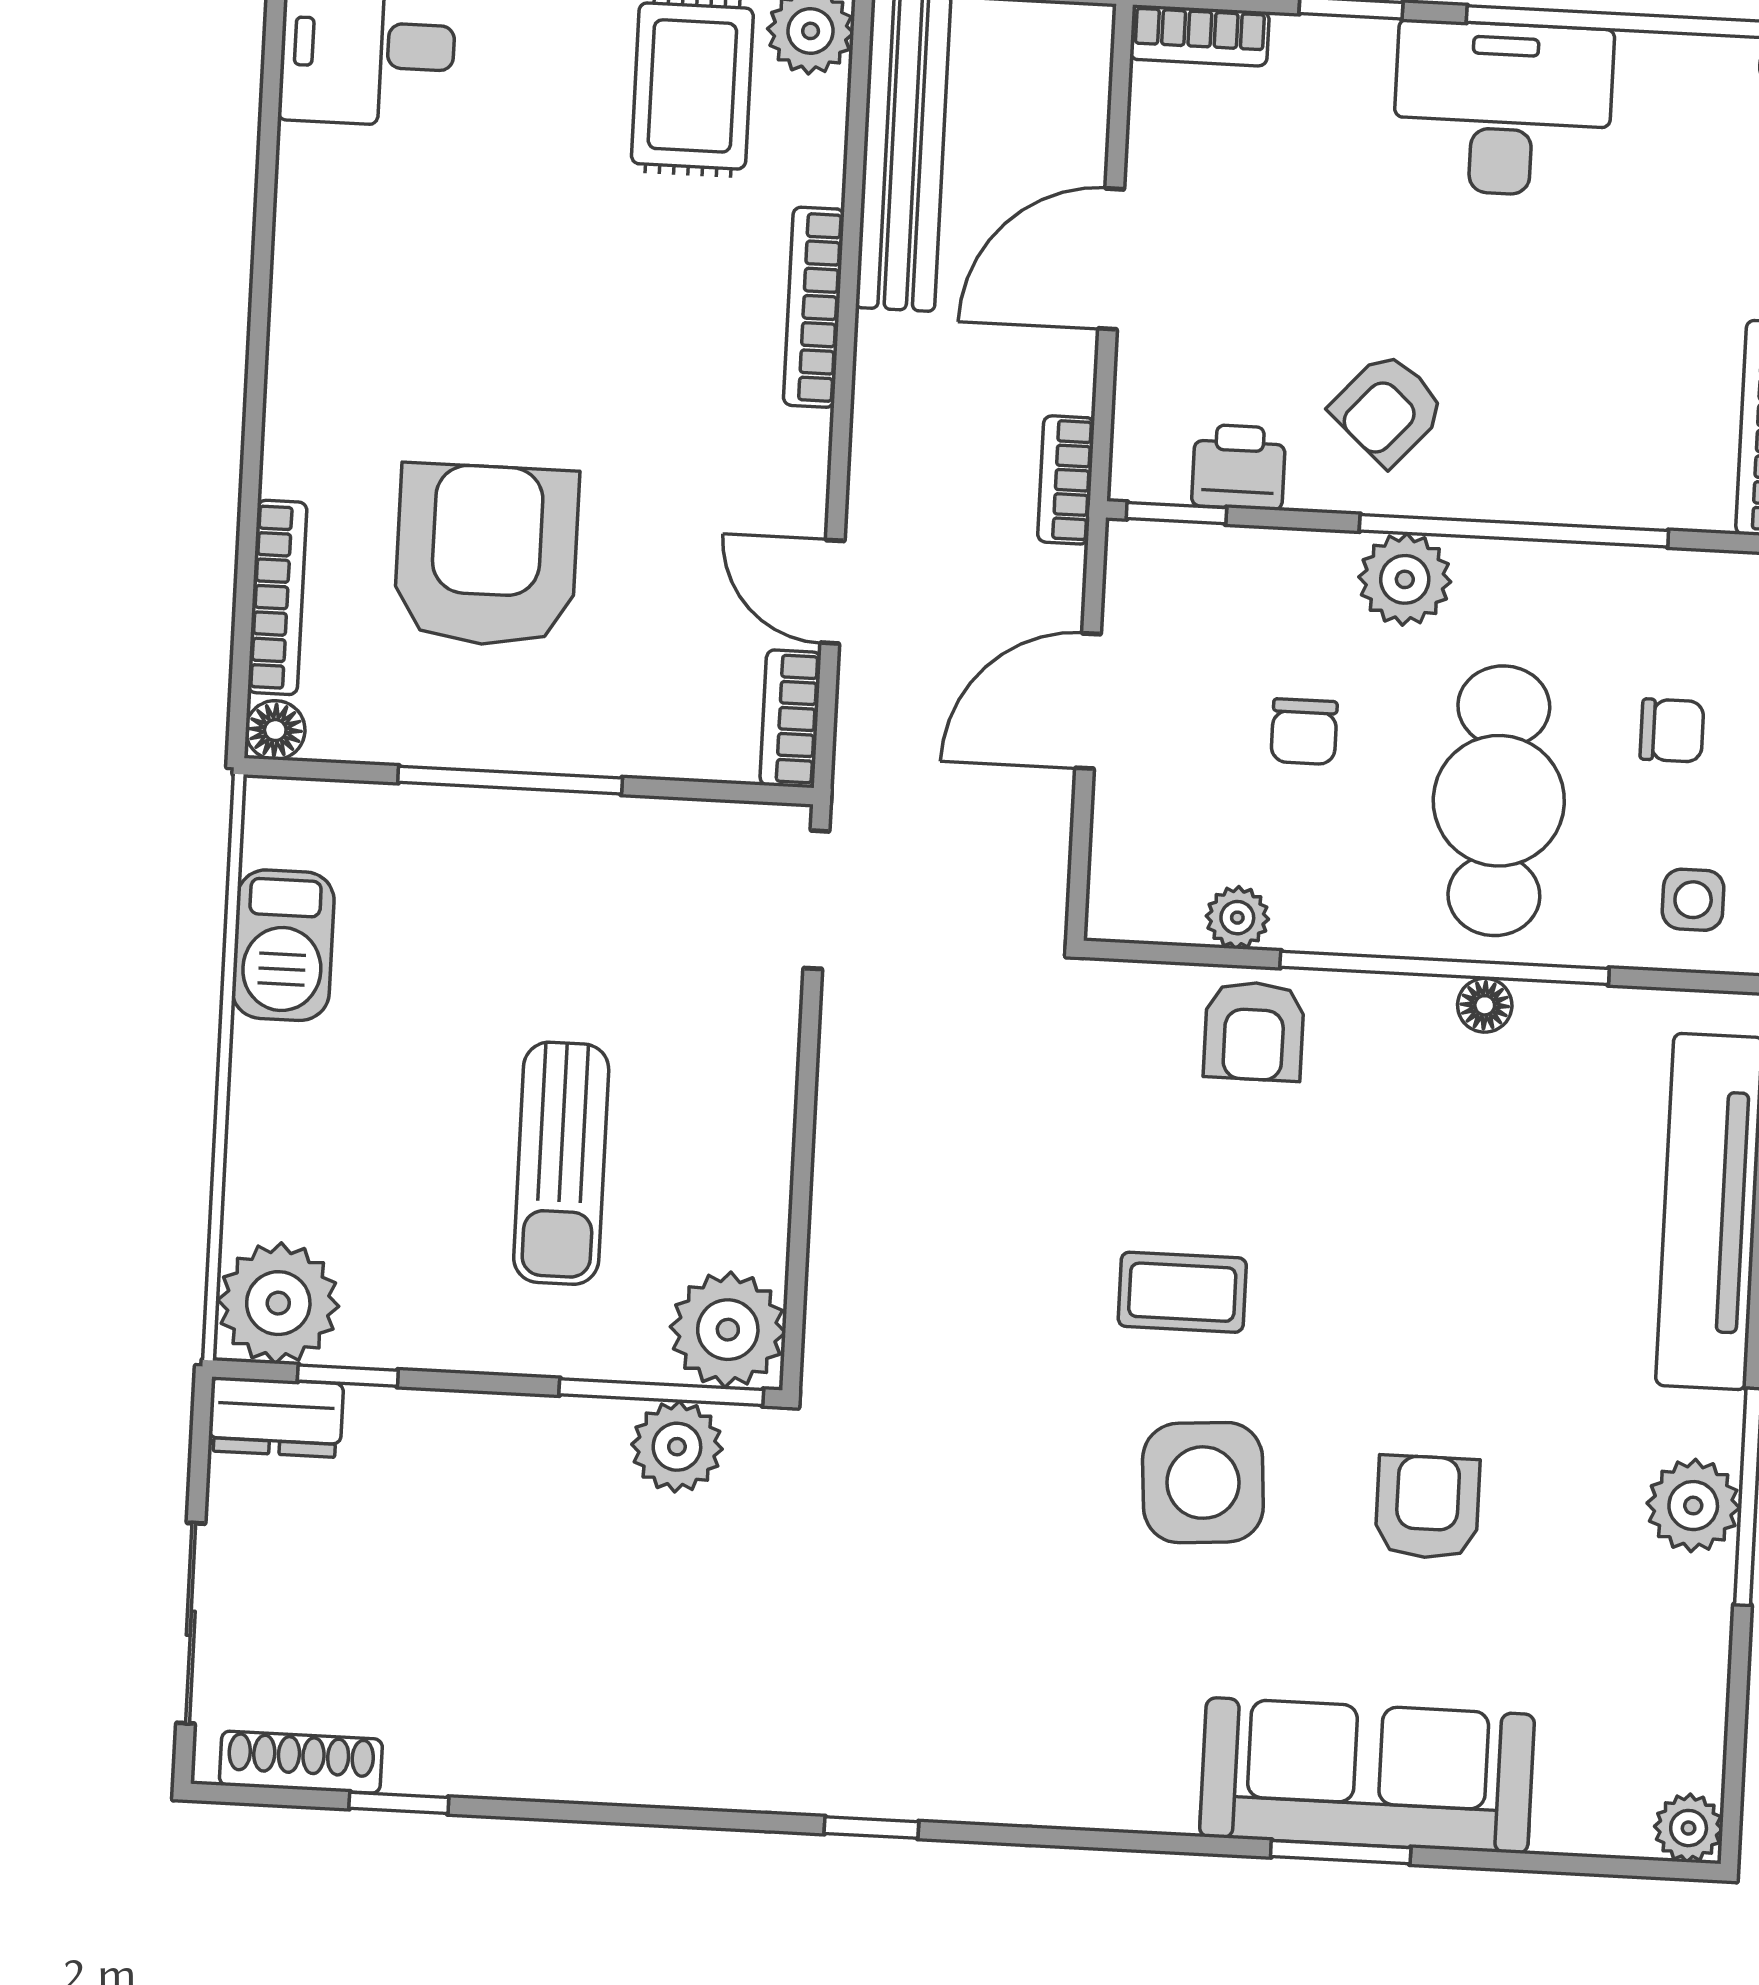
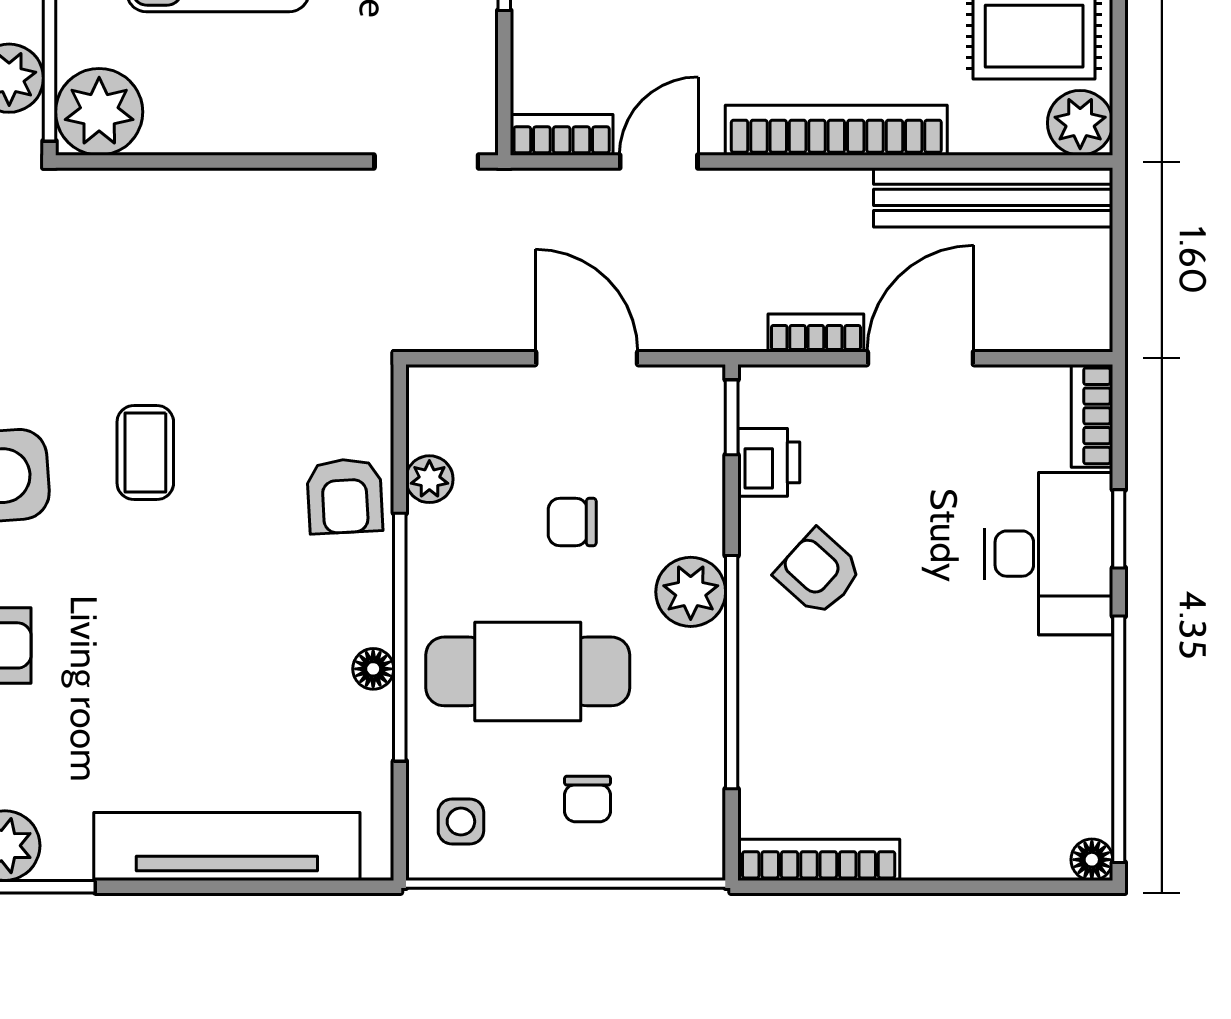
desk: (1503, 109) -> (1049, 554), moved
door: (1111, 259) -> (920, 358), hinge flipped
bookcase: (814, 307) -> (836, 130), width x1.48, depth x1.31
bookcase: (1066, 480) -> (816, 333), moved
armchair: (1254, 1031) -> (345, 496), turned -93

